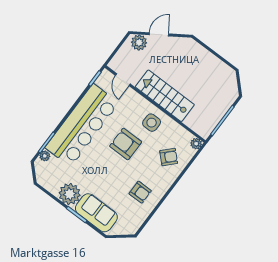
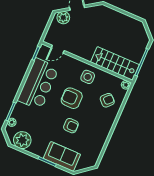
door: (123, 80) -> (58, 49), hinge flipped
stairs: (165, 96) -> (115, 63), moved
bar counter: (82, 125) -> (38, 84), width x0.73
armchair: (140, 192) -> (71, 126), moved
plant: (70, 194) -> (22, 140), moved

